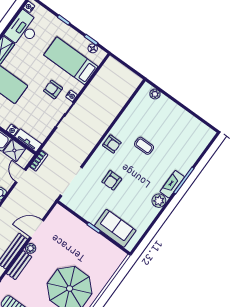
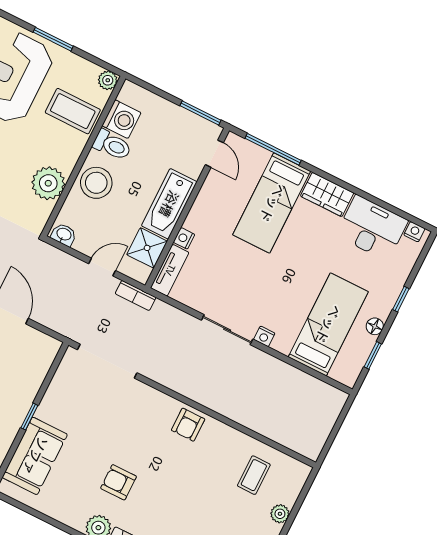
floor lamp: (93, 48) -> (375, 326), moved
armchair: (53, 89) -> (270, 300), removed
plant: (155, 94) -> (280, 514), moved
coffee table: (144, 146) -> (254, 475), moved
armchair: (112, 180) -> (119, 482), moved

